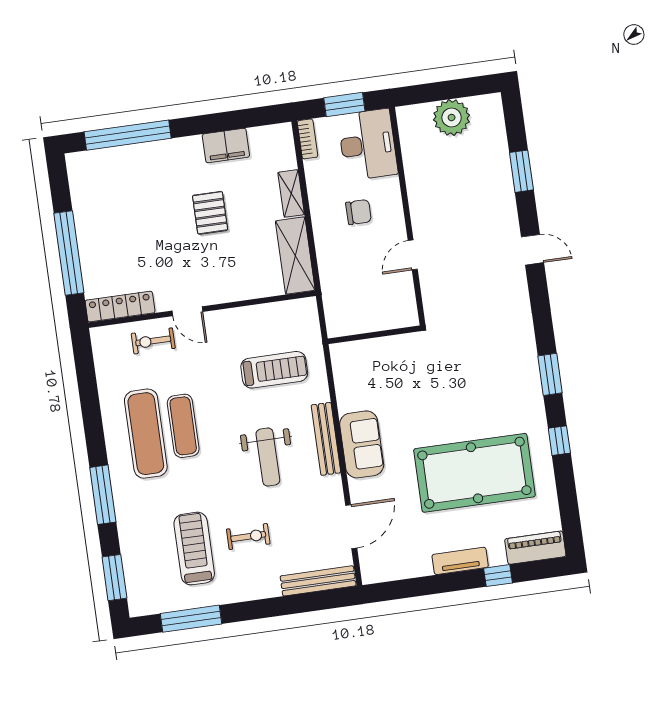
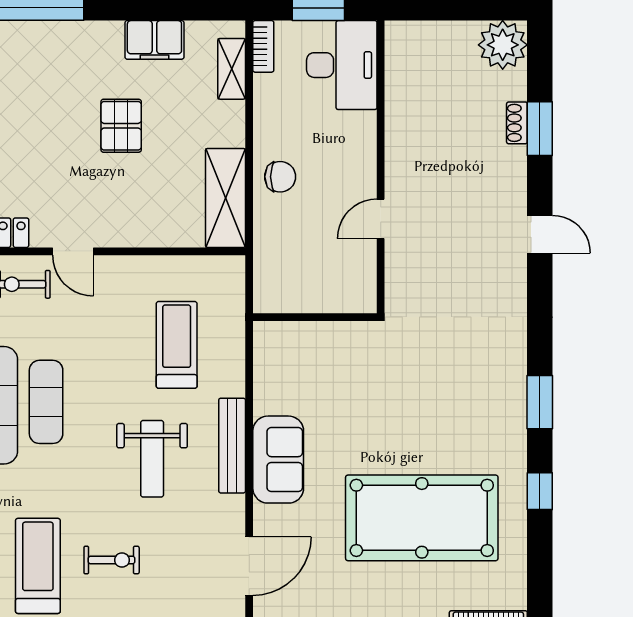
plant: (452, 118) -> (503, 45), moved
shoe rack: (504, 169) -> (517, 123), added
shelving: (291, 193) -> (232, 69), moved
chair: (359, 212) -> (280, 177), moved
treadmill: (274, 370) -> (177, 345), turned -90

